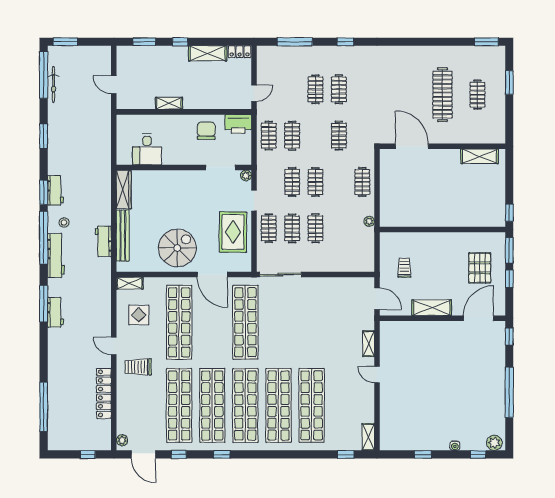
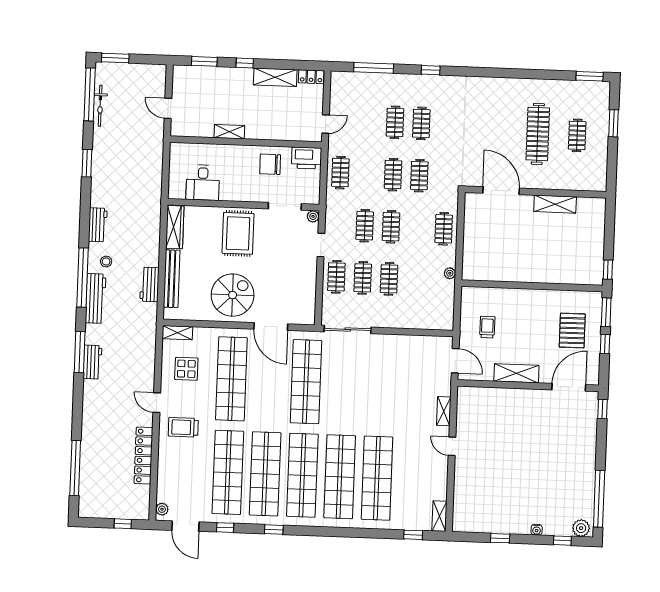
chair: (206, 131) -> (270, 164), turned -90
clothes rail: (292, 136) -> (393, 175), moved
shelving: (480, 156) -> (555, 204), moved
window: (44, 192) -> (84, 227), removed
rug: (233, 232) -> (238, 233), moved
window: (509, 392) -> (599, 499), moved

